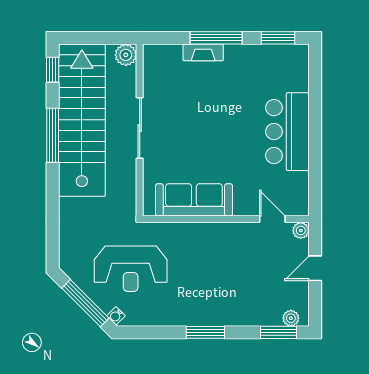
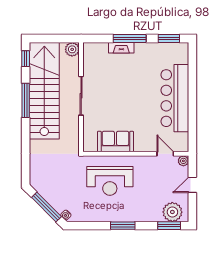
bar counter: (287, 132) -> (175, 98), width x1.36
sofa: (194, 200) -> (115, 141), width x0.73
reception desk: (131, 269) -> (110, 181), moved
plant: (291, 318) -> (172, 212), width x1.88, depth x1.88

